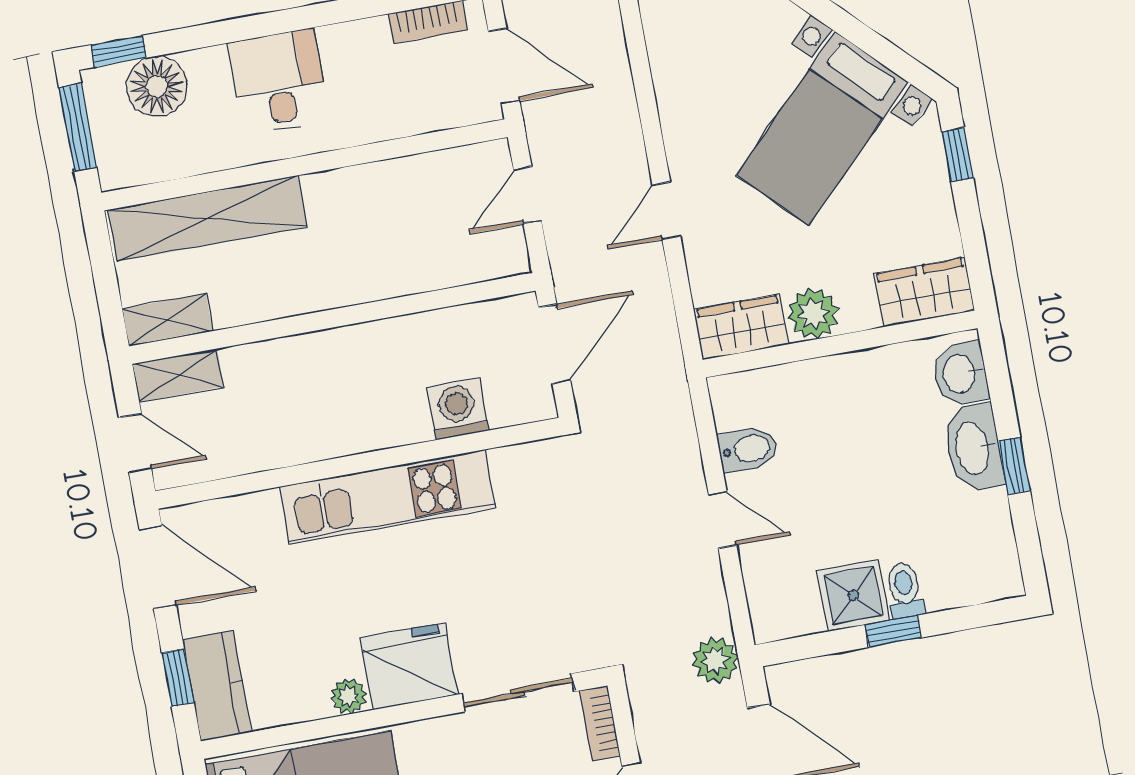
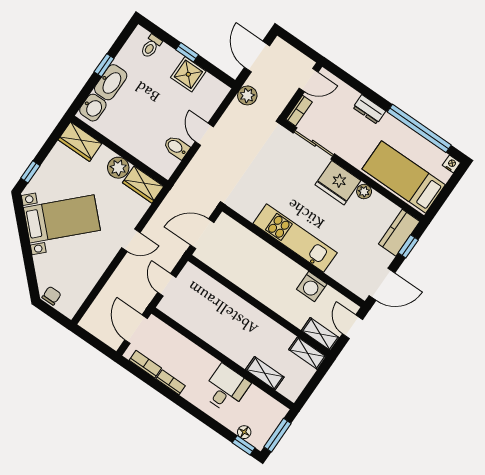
bookcase: (353, 34) -> (171, 382), added
desk: (279, 82) -> (226, 389), moved, turned 180
floor lamp: (157, 86) -> (244, 432), width x0.53, depth x0.53
door: (528, 195) -> (167, 285), swing flipped
shelving: (207, 218) -> (265, 373), width x0.45, depth x0.75
washing machine: (457, 409) -> (312, 287), moved
door: (158, 567) -> (382, 284), swing flipped
toilet: (905, 590) -> (151, 46), moved

